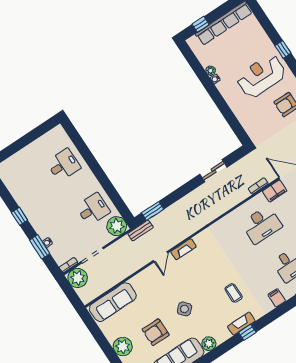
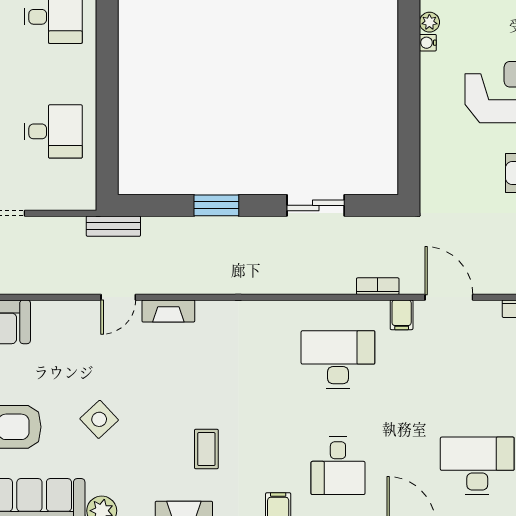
filing cabinet: (275, 191) -> (402, 315), width x0.50
window: (153, 211) -> (216, 205), moved
desk: (262, 225) -> (338, 360), turned 180
plant: (117, 226) -> (76, 190), removed

